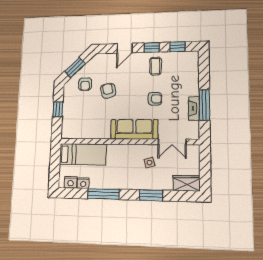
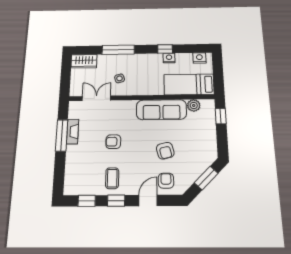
armchair: (85, 84) -> (166, 181), moved
window: (58, 109) -> (221, 116), moved
sofa: (134, 129) -> (161, 110), moved
plant: (80, 133) -> (194, 105), added
nightstand: (83, 183) -> (169, 58), moved
window: (103, 194) -> (165, 49), width x0.46
window: (151, 195) -> (118, 50), width x1.44

